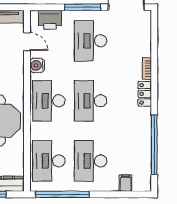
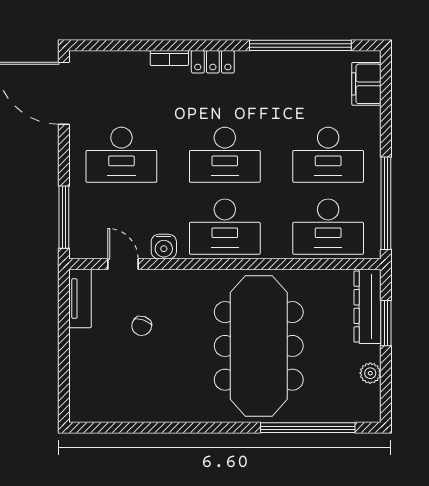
window: (83, 7) -> (64, 217), moved
printer: (50, 20) -> (85, 225), removed
door: (27, 42) -> (123, 264), hinge flipped
filing cabinet: (126, 183) -> (366, 84), width x2.00

